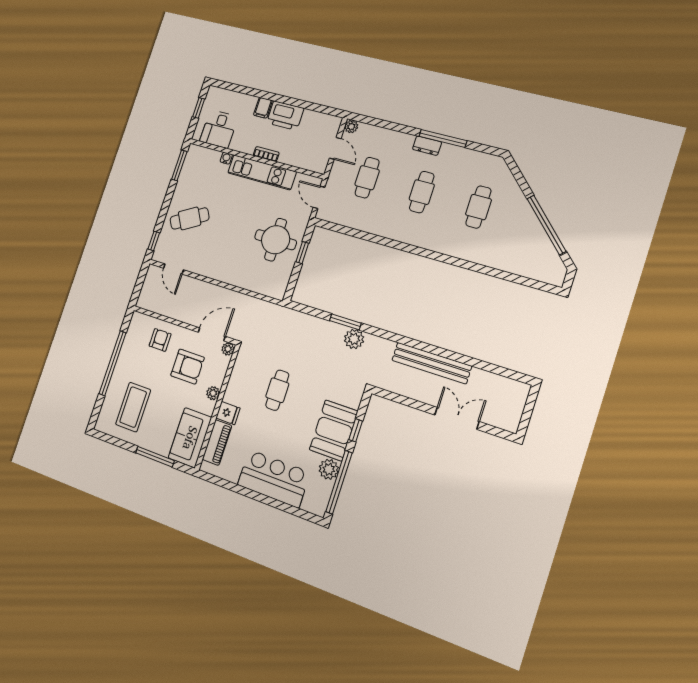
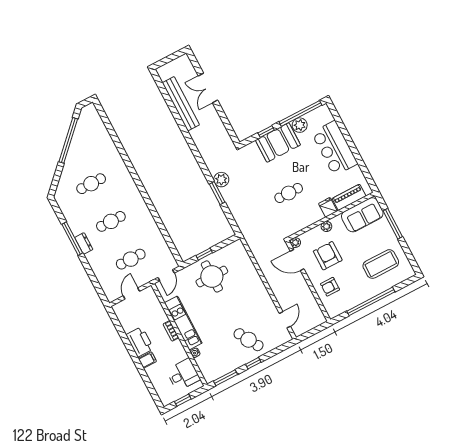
plant: (351, 127) -> (111, 297), removed
window: (154, 241) -> (253, 363), moved
bench: (432, 363) -> (181, 104), moved

